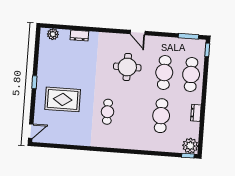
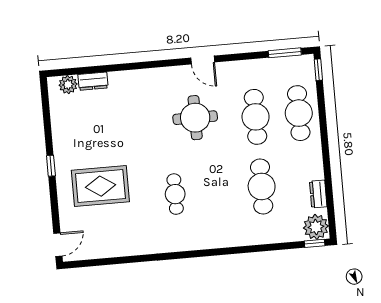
dresser: (79, 35) -> (93, 81), moved
dresser: (196, 113) -> (318, 194), moved

